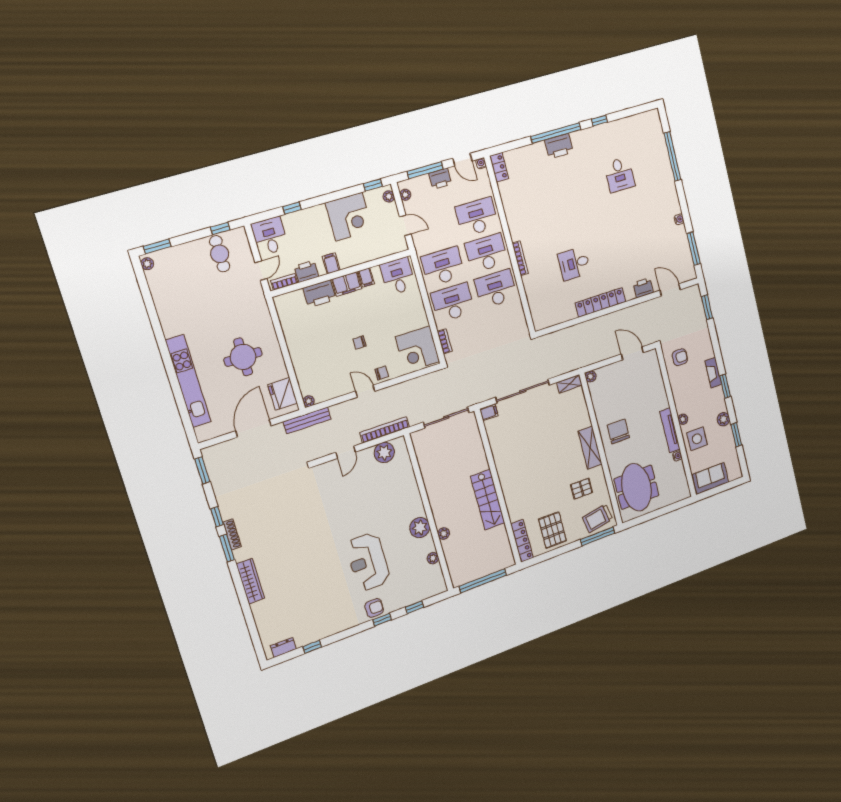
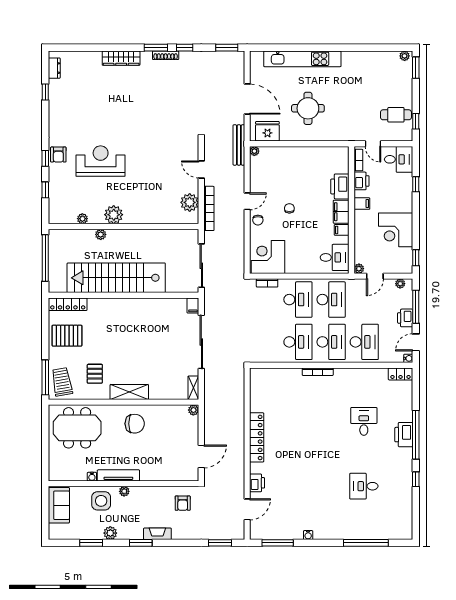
plant: (389, 196) -> (359, 269), moved
desk: (574, 264) -> (364, 421), moved
stairs: (488, 500) -> (116, 278), width x1.86, depth x1.51

